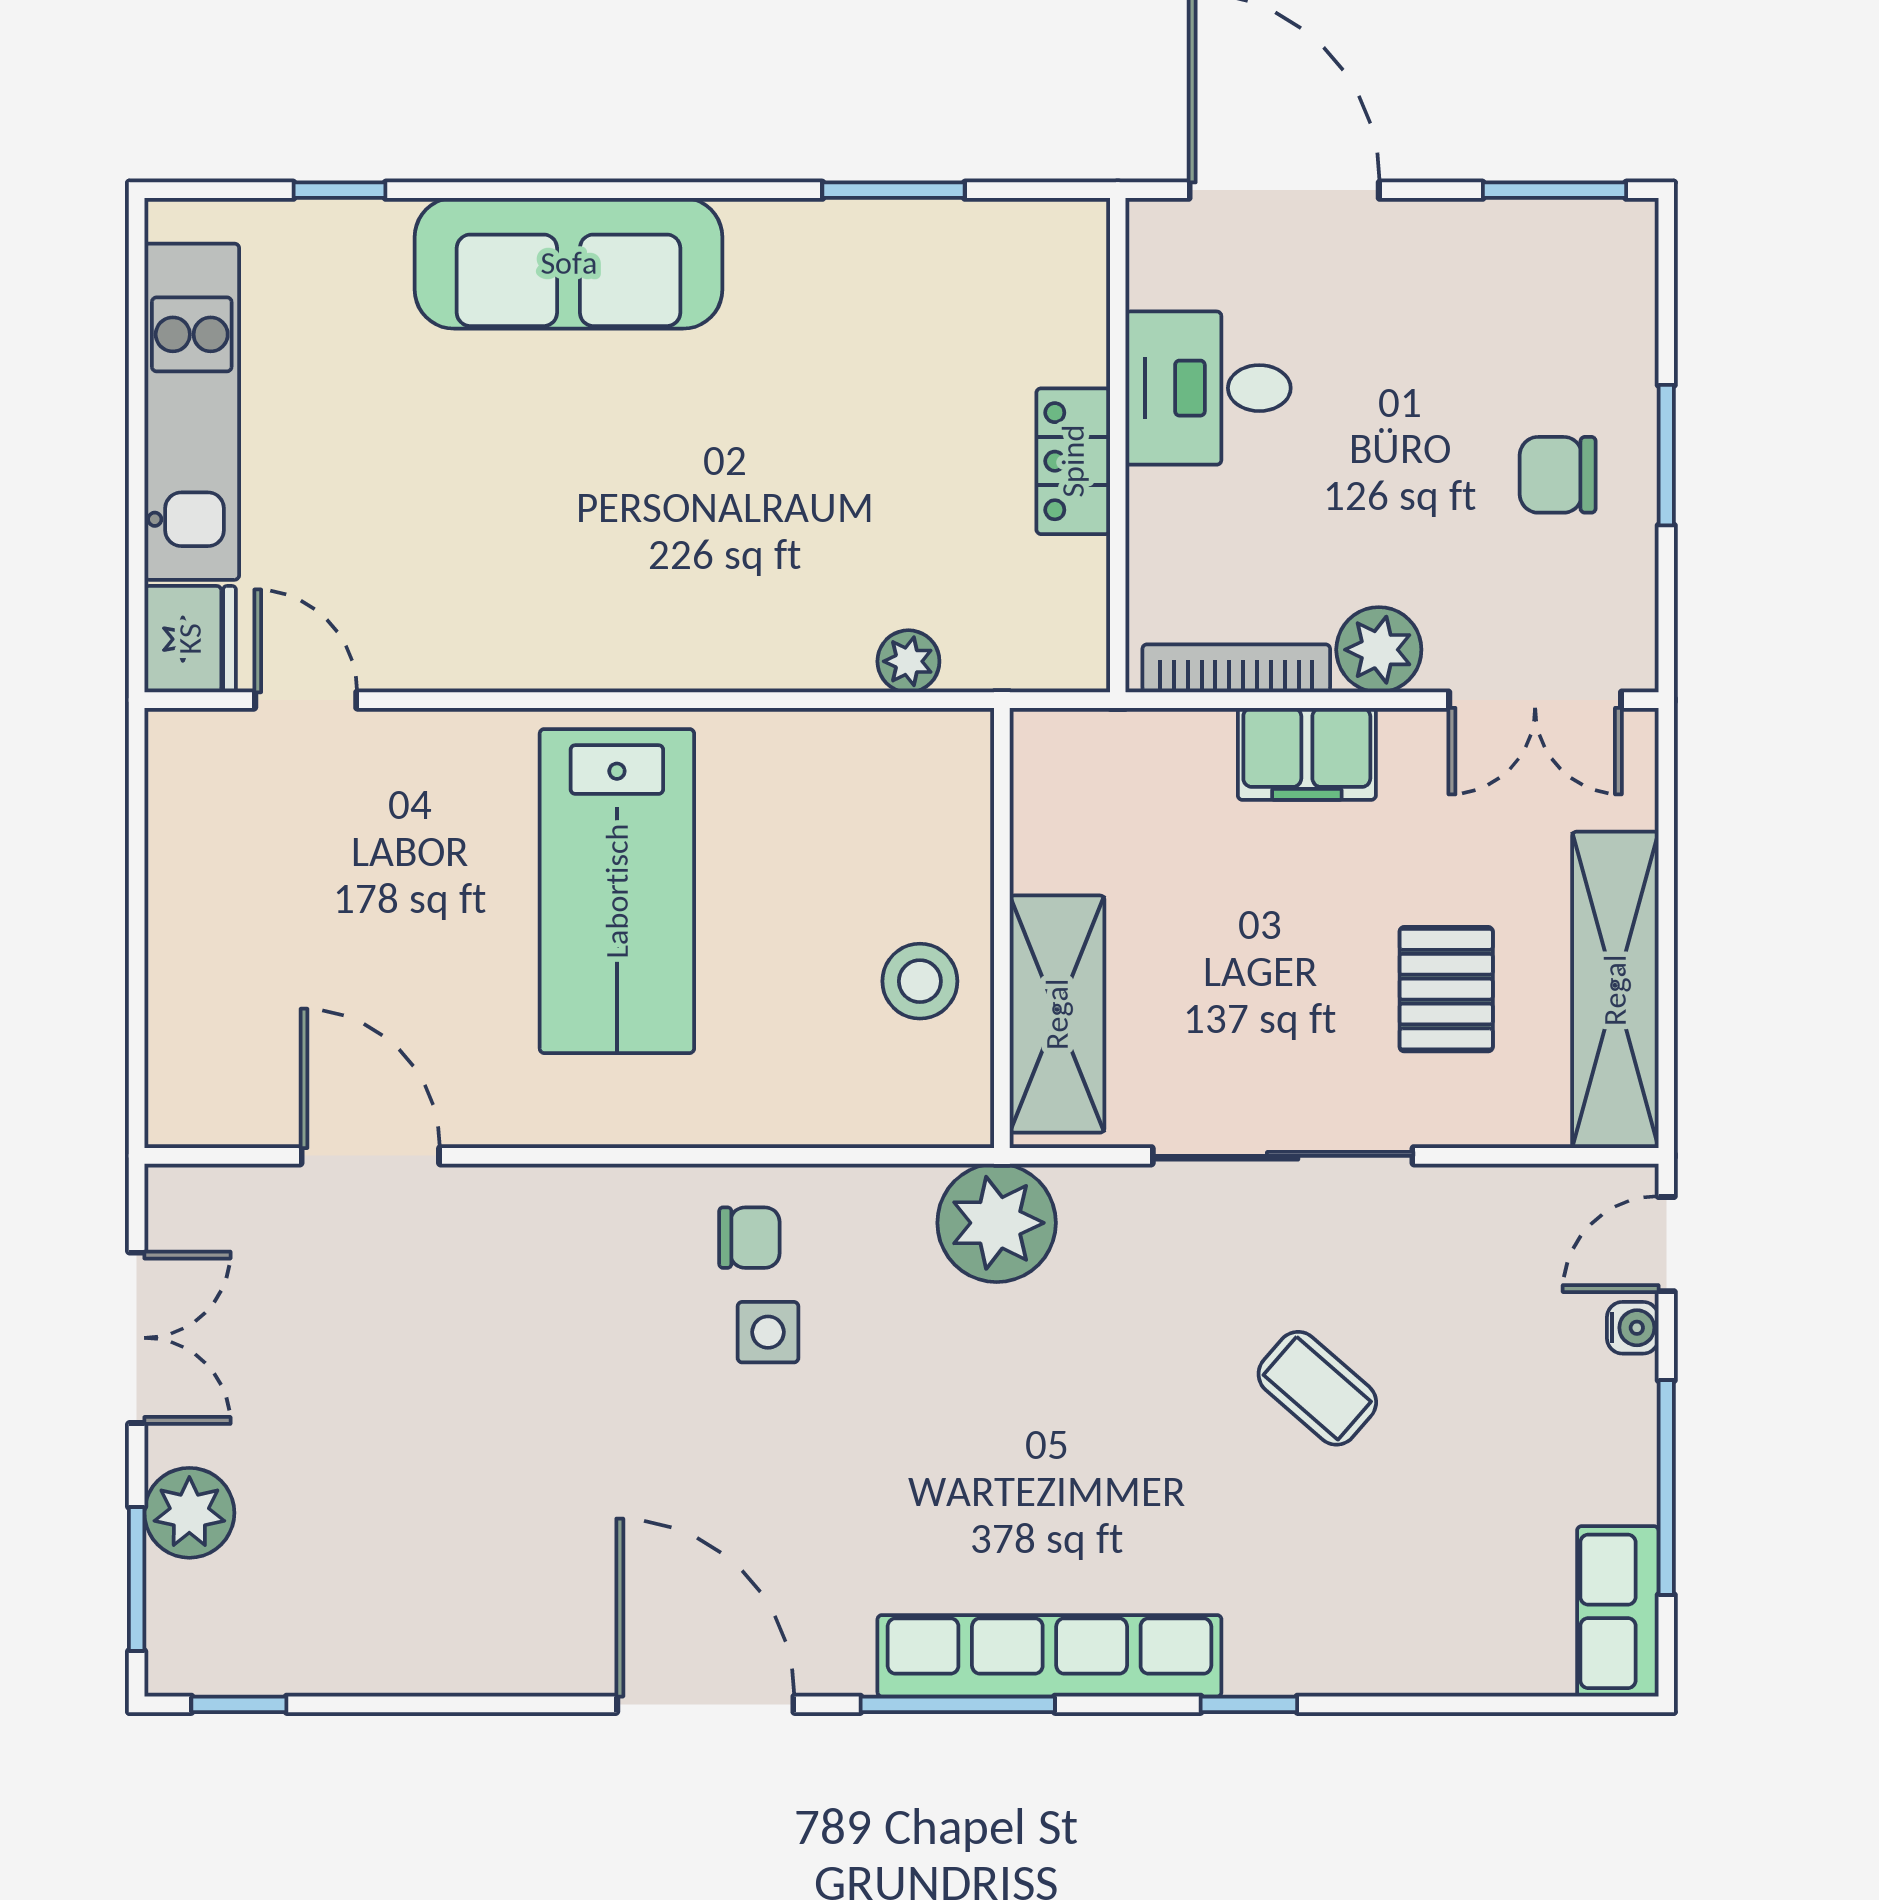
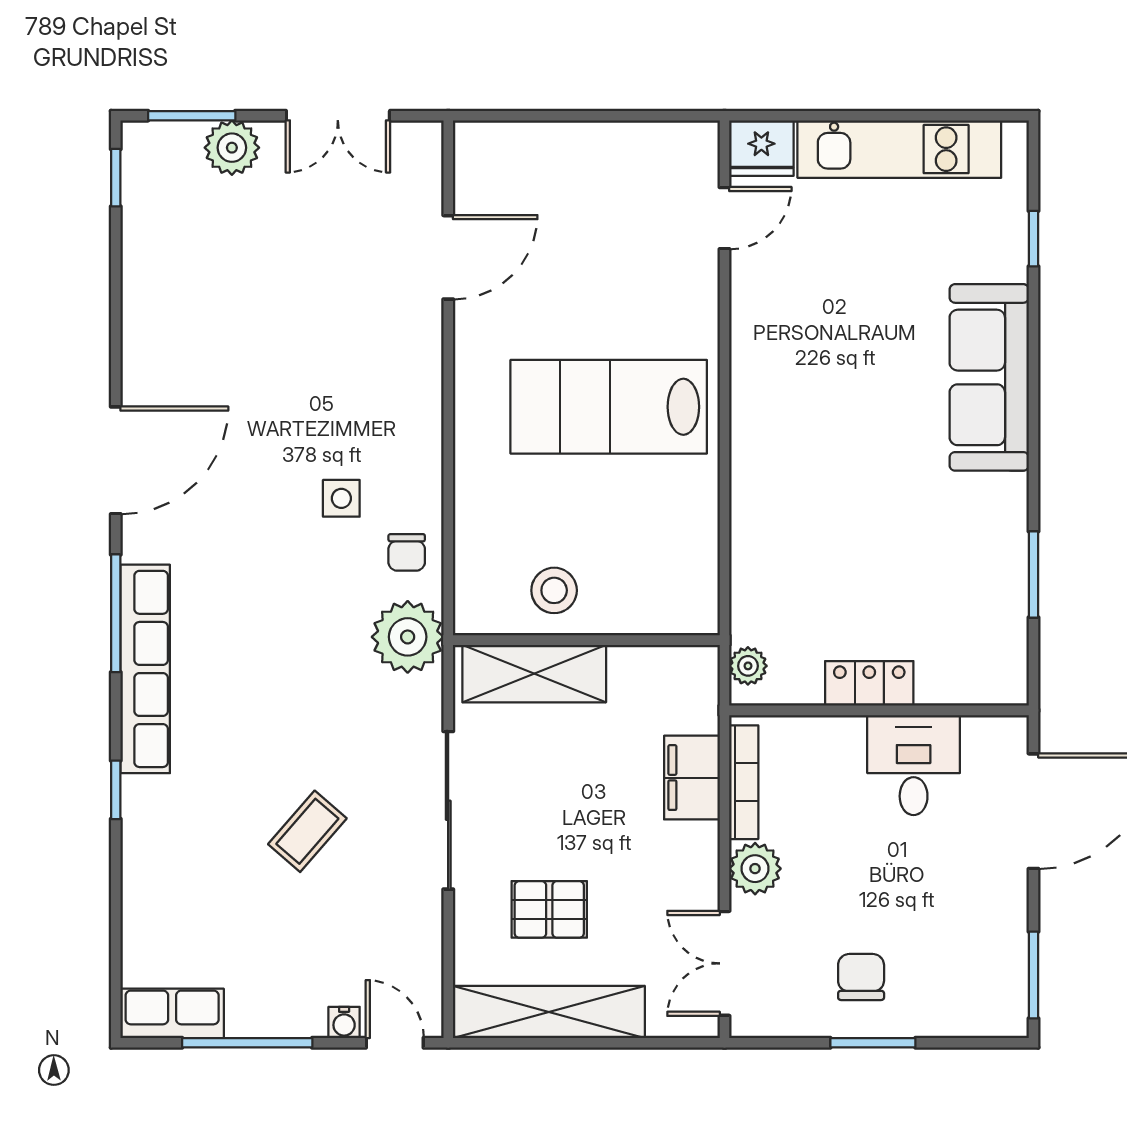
plant: (908, 661) -> (748, 666), moved
filing cabinet: (1307, 754) -> (692, 778), moved
chair: (749, 1238) -> (407, 552), moved

